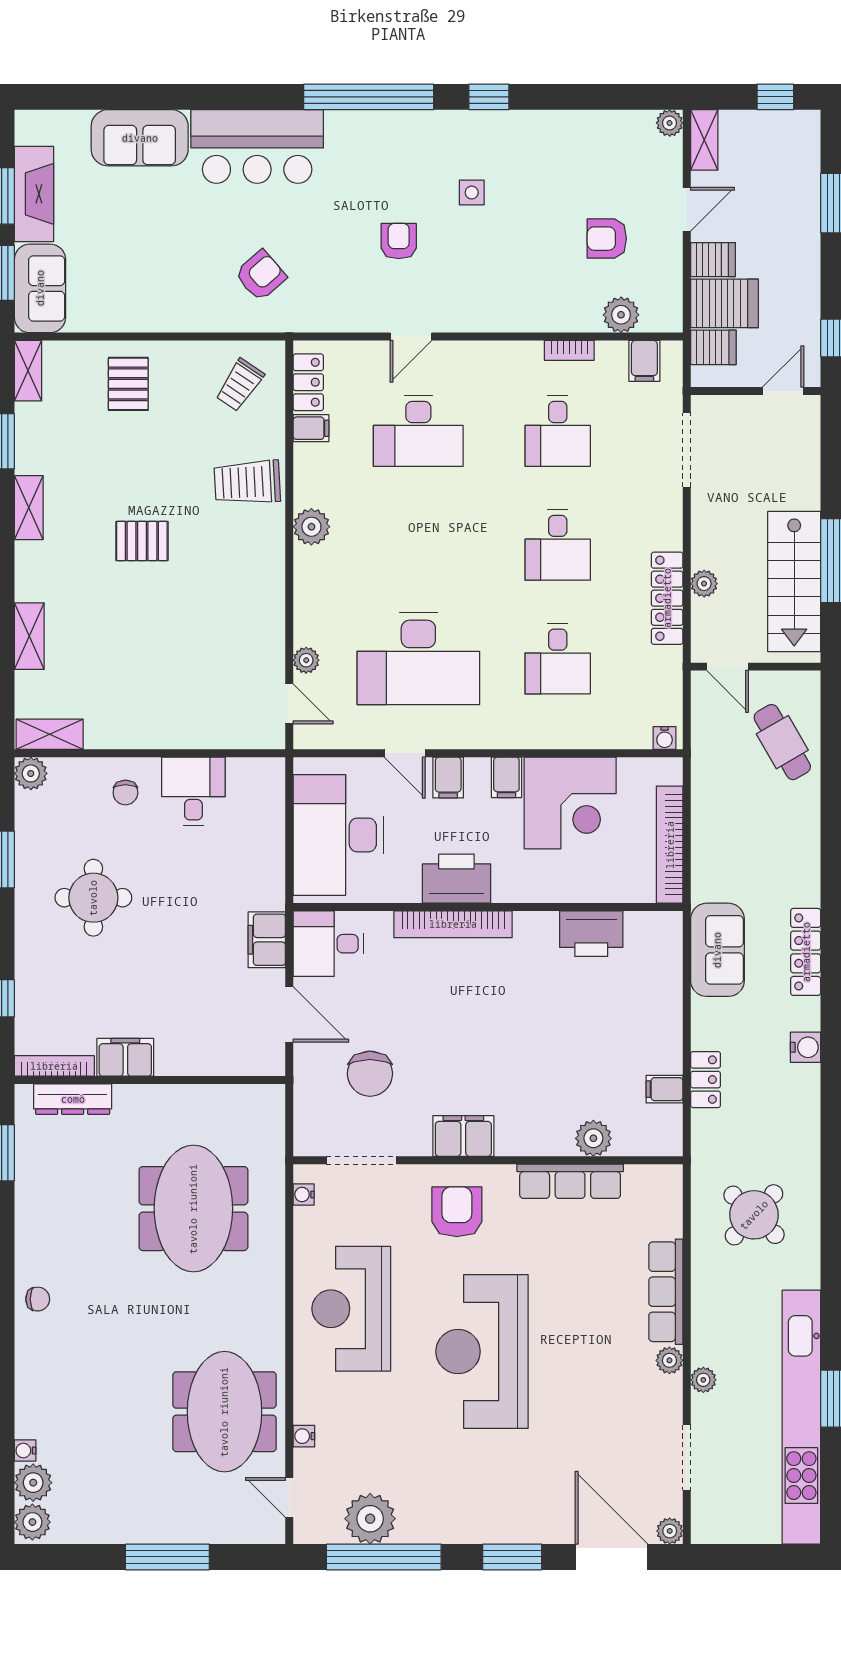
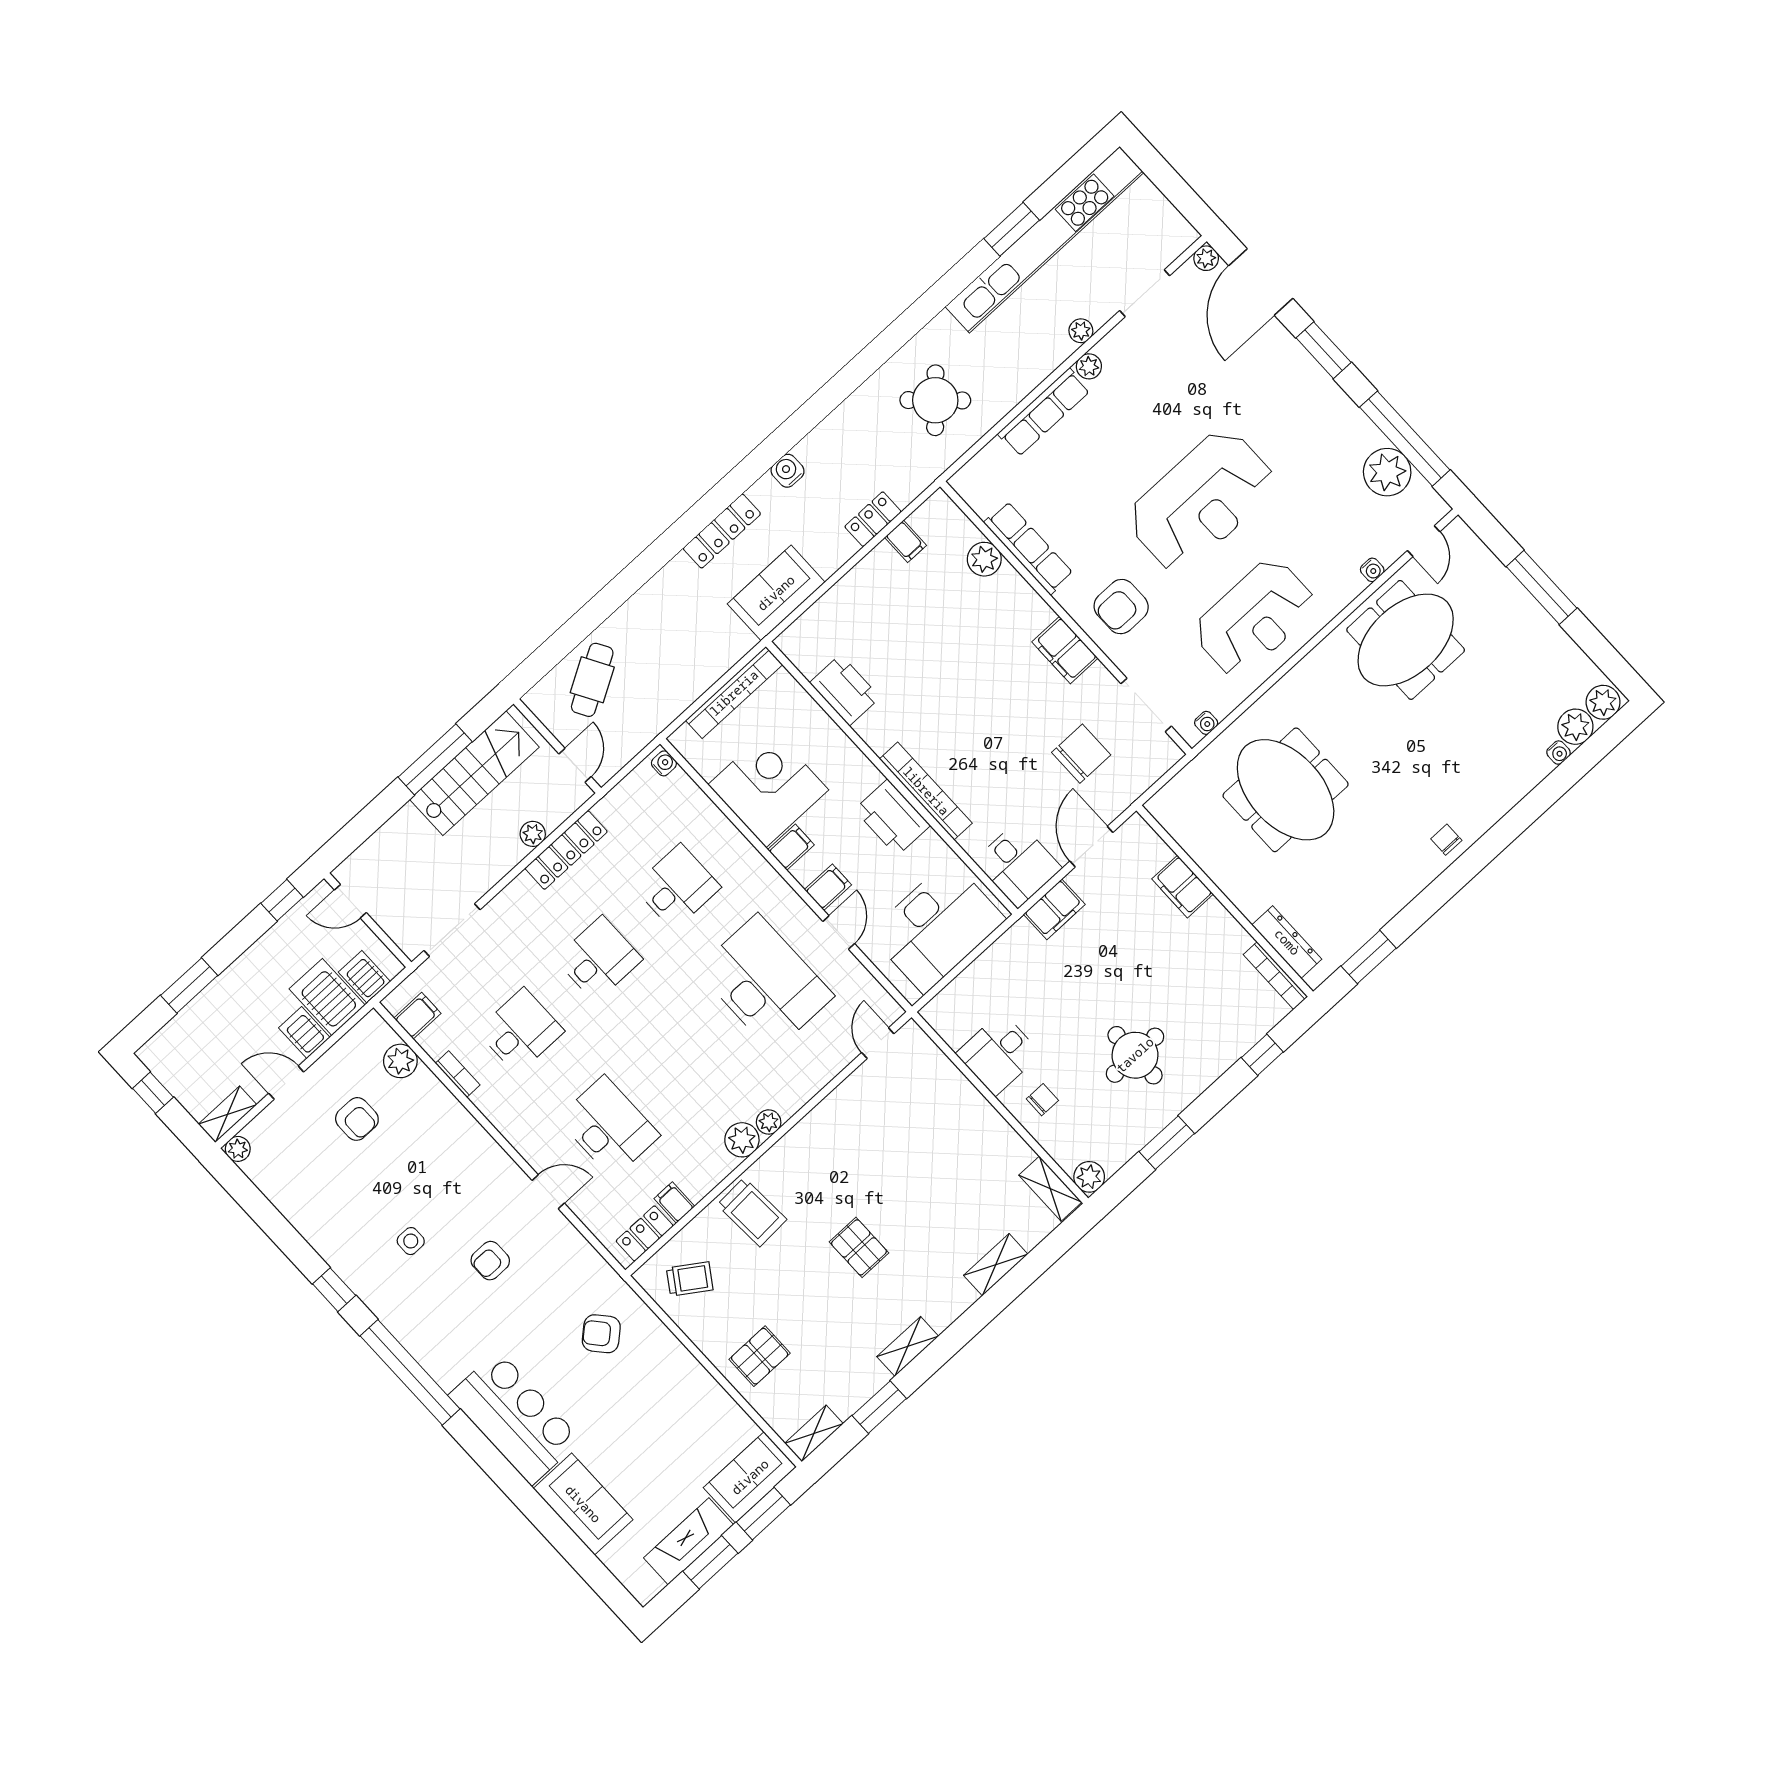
plant: (306, 660) -> (769, 1122), moved
filing cabinet: (125, 1057) -> (1183, 887), moved
meeting table: (193, 1209) -> (1286, 790), turned 90

